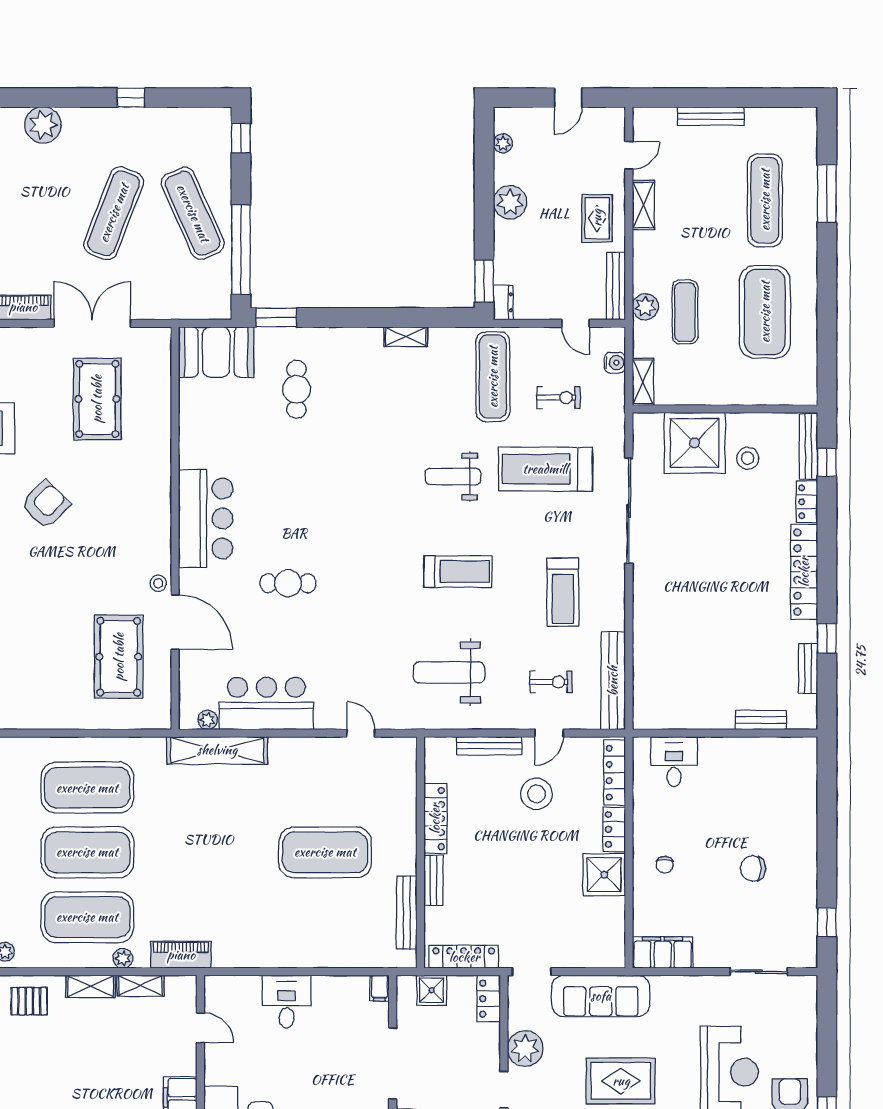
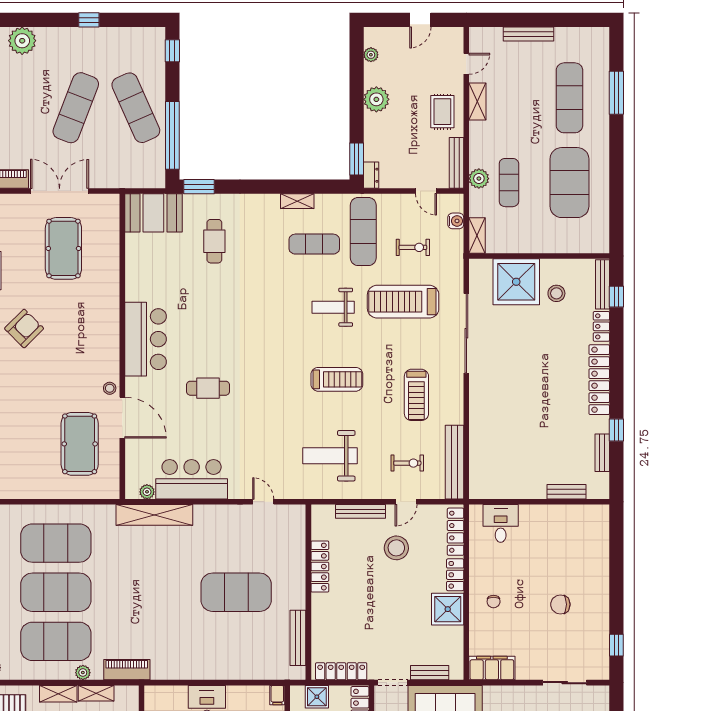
exercise mat: (428, 393) -> (314, 244), added
bench: (433, 880) -> (430, 673), moved, turned 90

